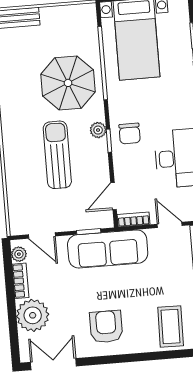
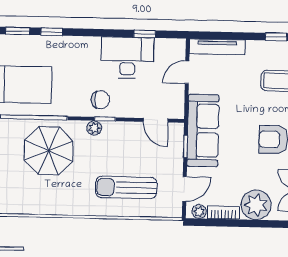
sun lounger: (57, 155) -> (126, 187), moved
bookcase: (134, 219) -> (179, 104), removed

